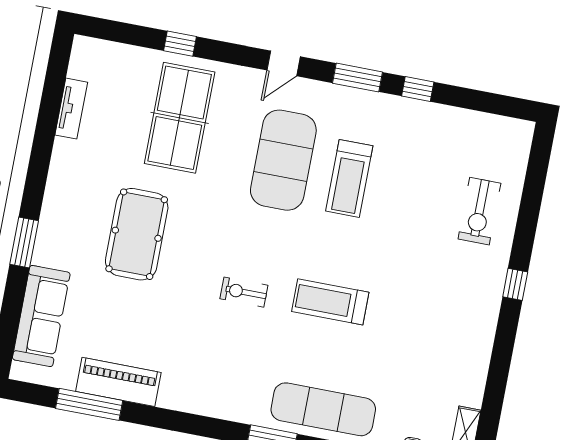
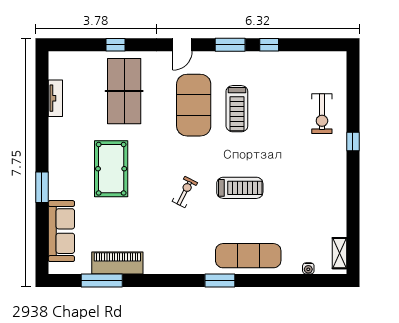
window: (515, 284) -> (353, 141), moved
exercise bike: (244, 292) -> (185, 192), turned 117
treadmill: (330, 302) -> (240, 188), turned 180

